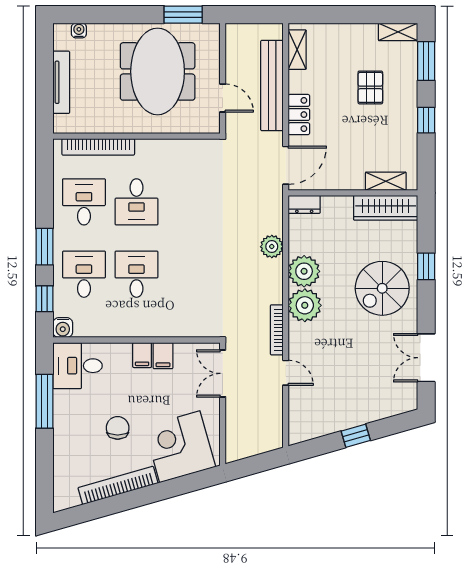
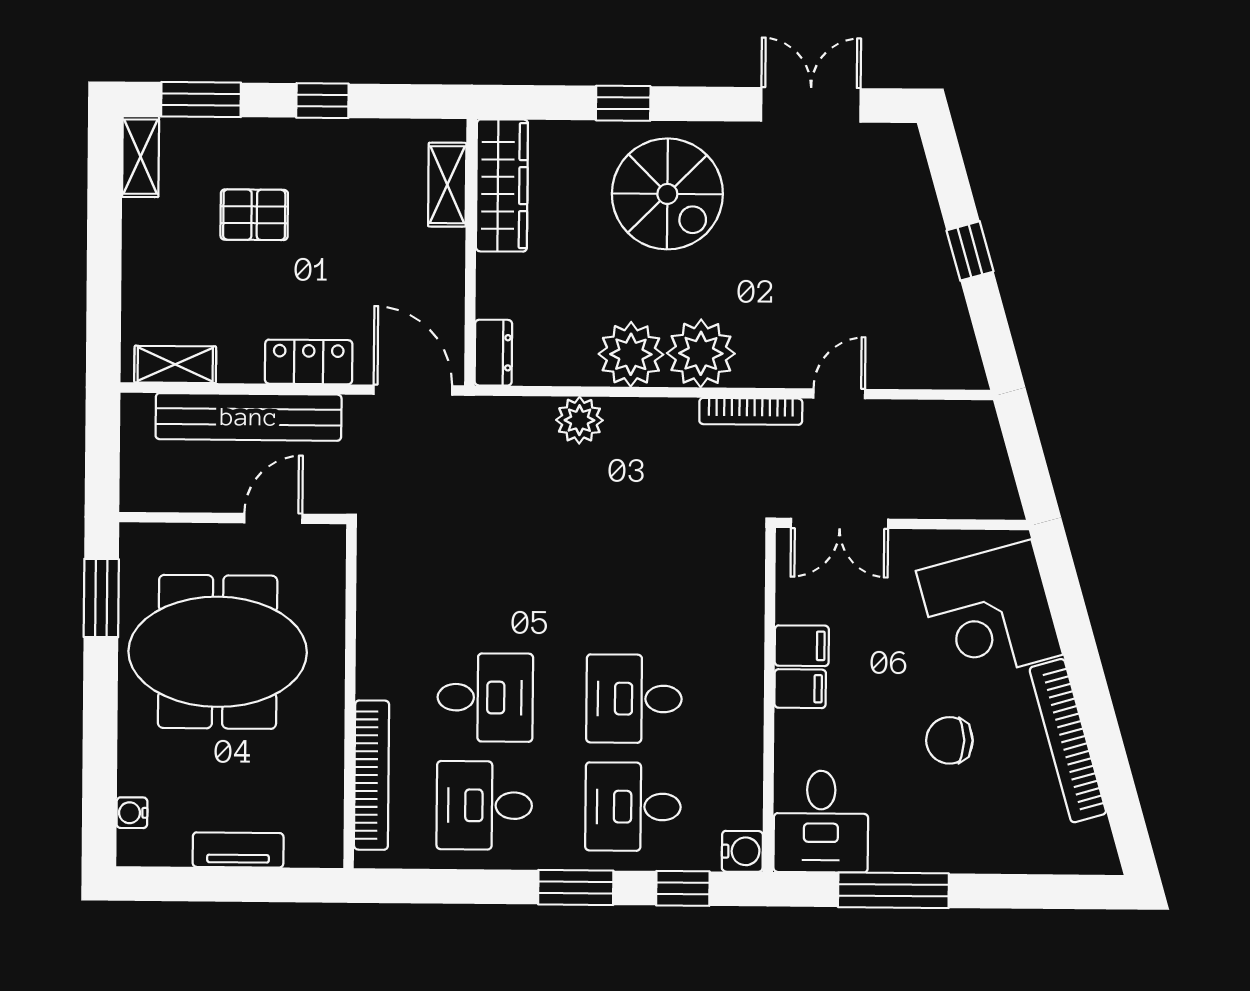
tv unit: (61, 82) -> (238, 850), width x0.71
double door: (426, 358) -> (811, 105), swing flipped

